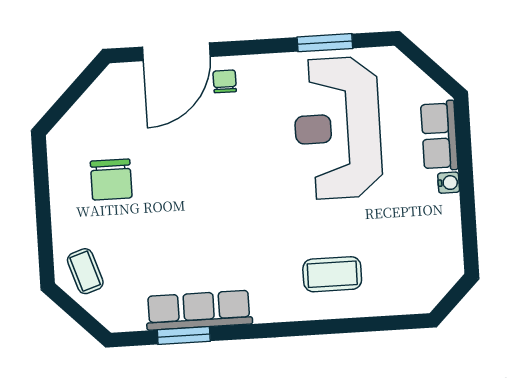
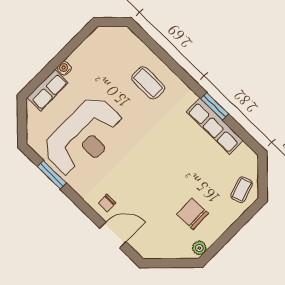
door: (176, 52) -> (113, 235), width x0.73
plant: (59, 149) -> (199, 248), added
chair: (111, 180) -> (193, 214), turned -91
window: (184, 336) -> (215, 106), moved

